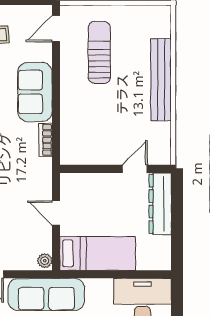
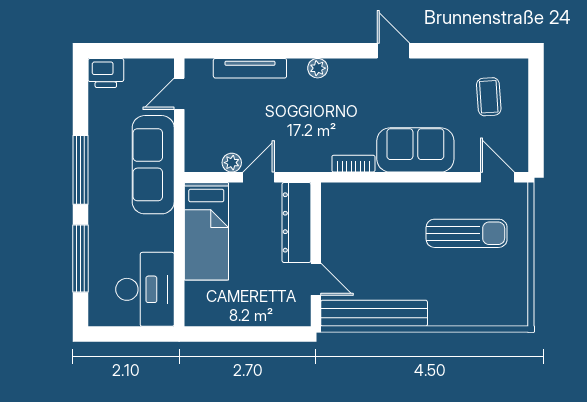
bench: (161, 80) -> (374, 313), moved
dresser: (160, 204) -> (296, 222), moved, turned -90
plant: (45, 261) -> (232, 163), moved

